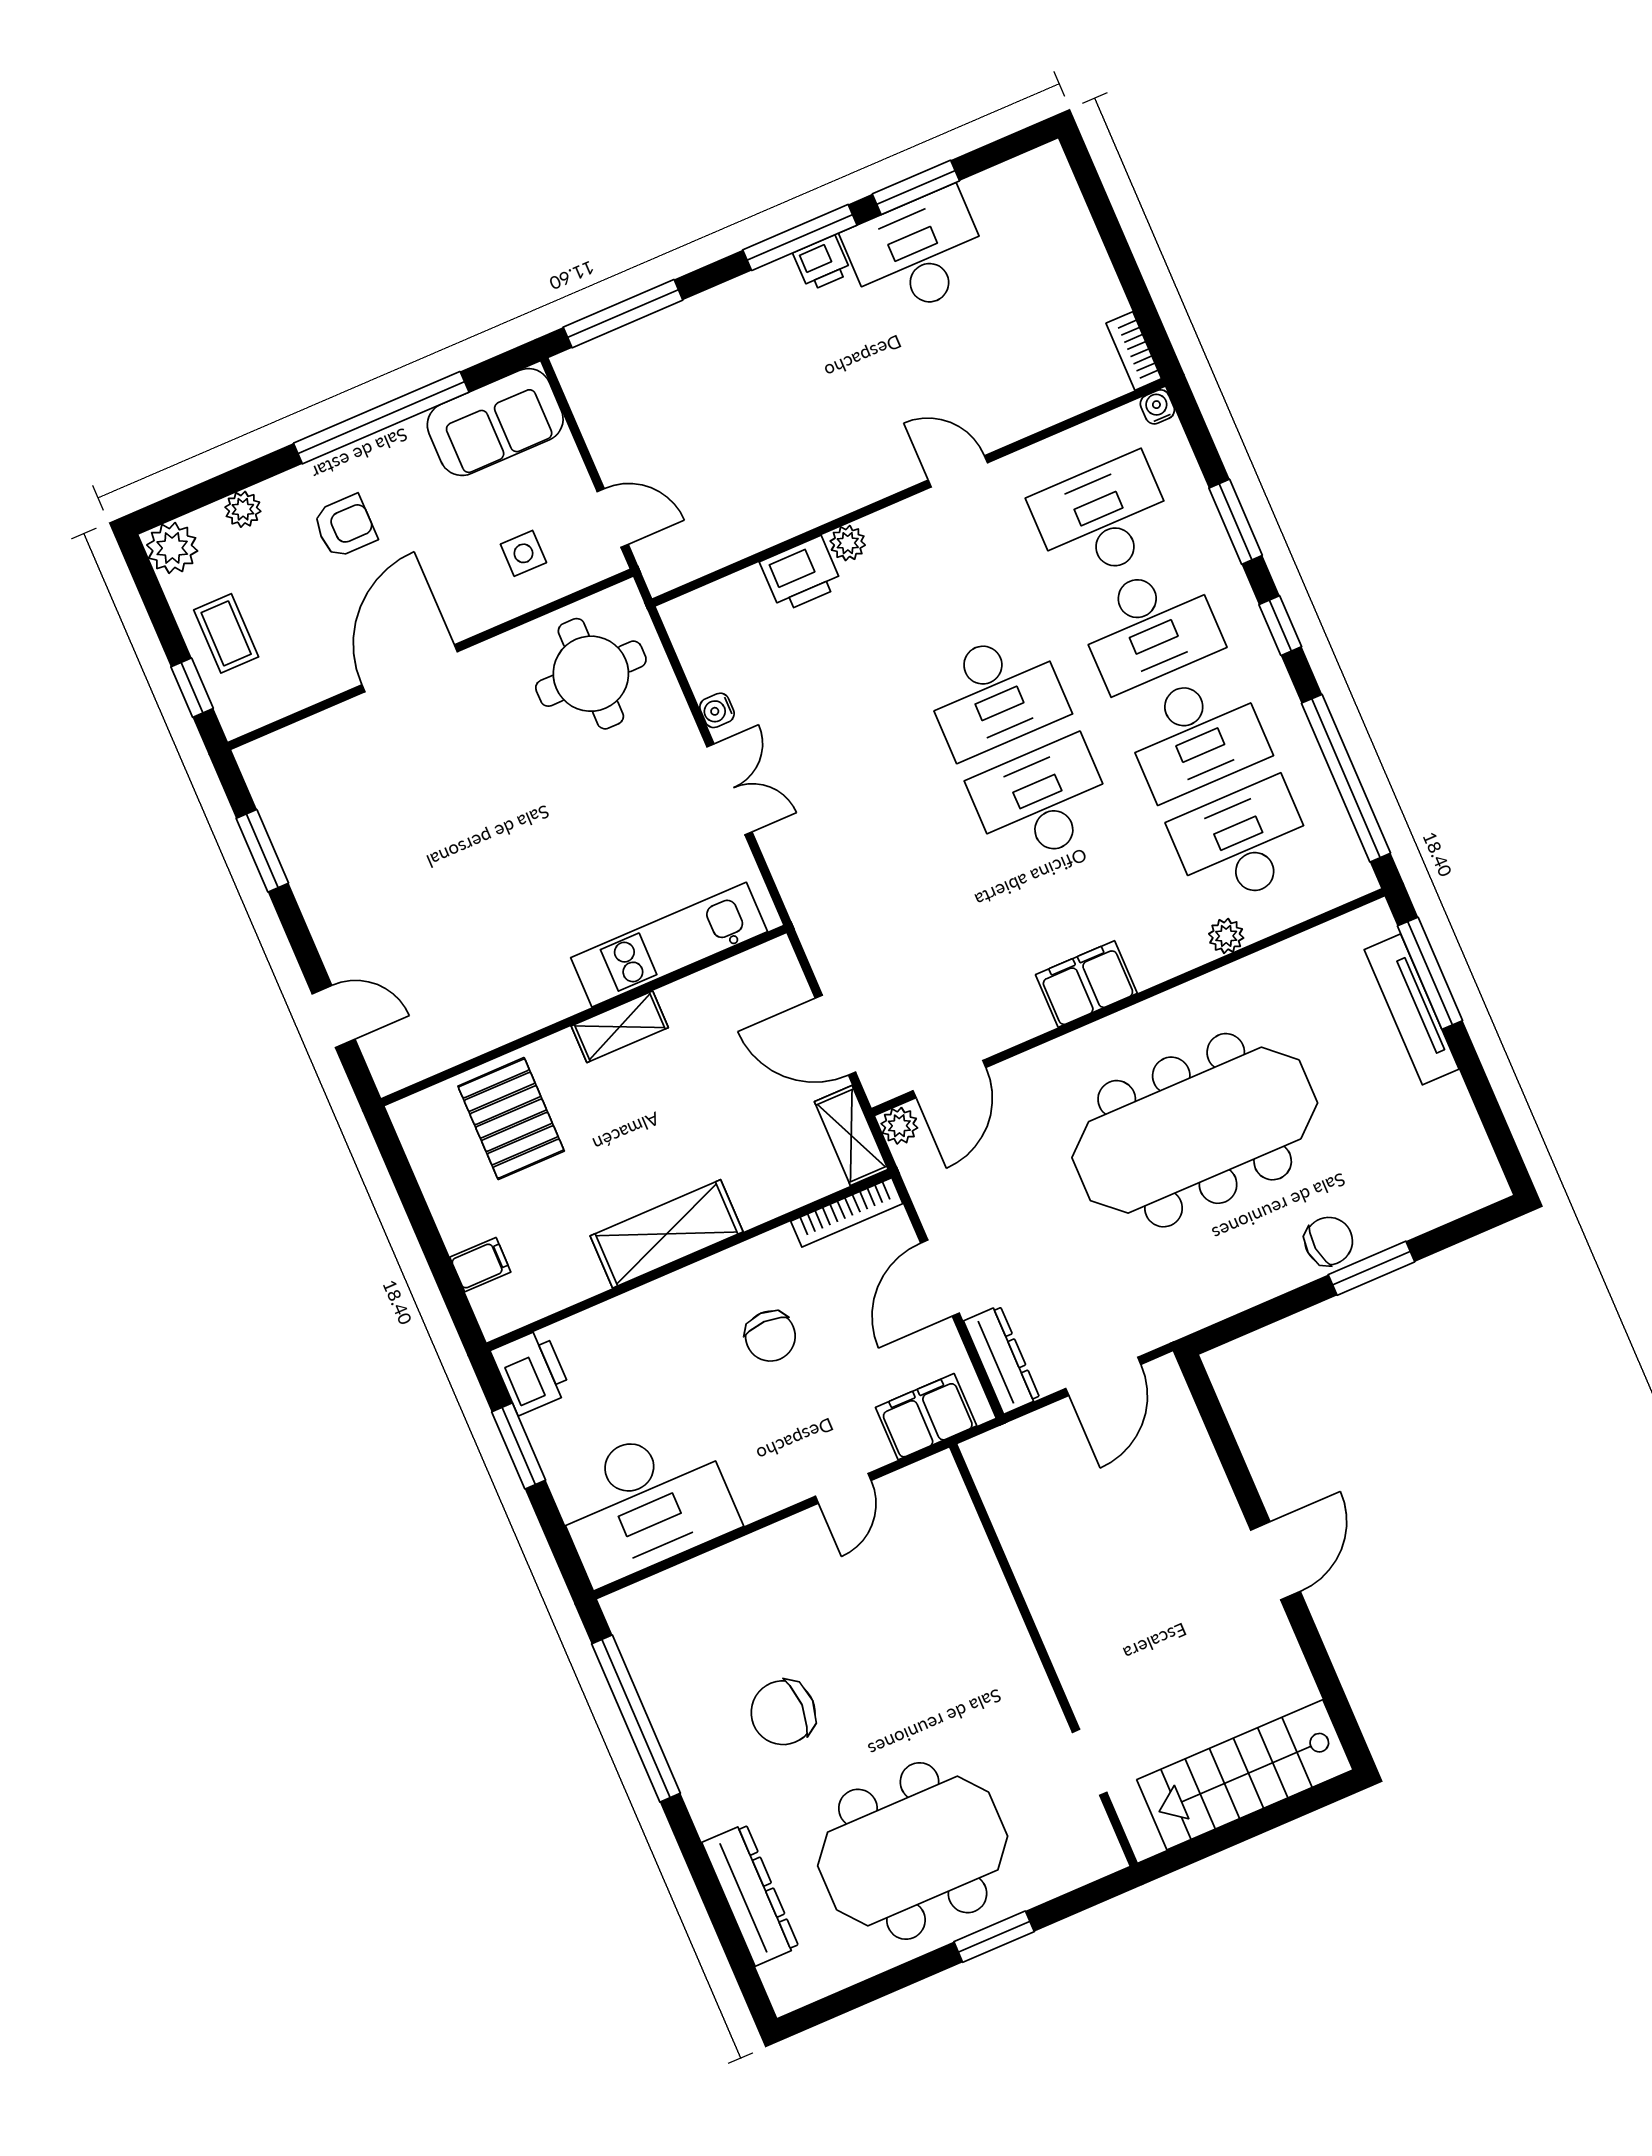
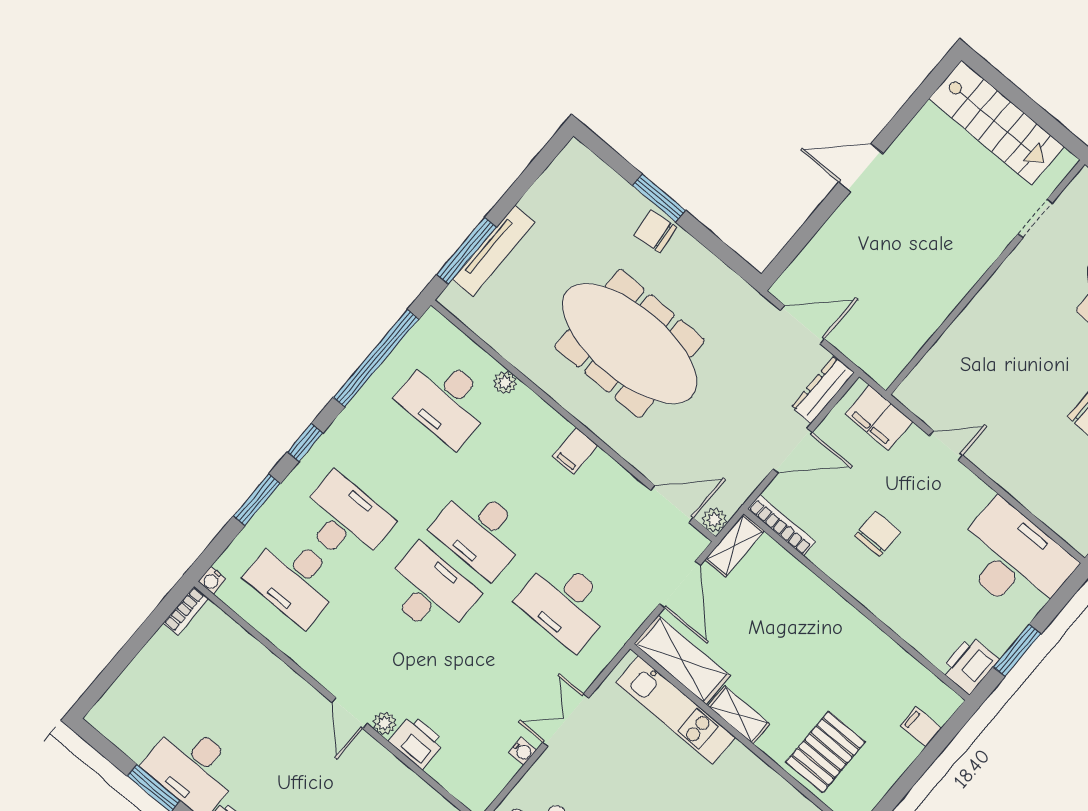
door: (958, 471) -> (349, 713), moved
desk: (1196, 735) -> (565, 603), moved, turned 180
filing cabinet: (1086, 984) -> (575, 451), width x0.50
shelving: (667, 1234) -> (682, 660), moved

